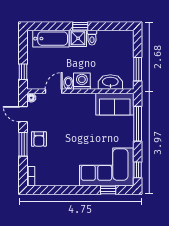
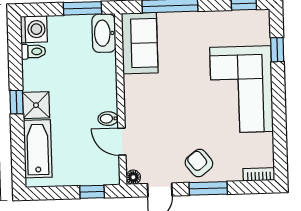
toilet: (92, 38) -> (33, 52), moved
washing machine: (82, 81) -> (34, 29), moved, turned 180
washbasin: (110, 82) -> (104, 33), moved
armchair: (39, 139) -> (199, 163), turned -128
corner sofa: (106, 167) -> (242, 89), moved

